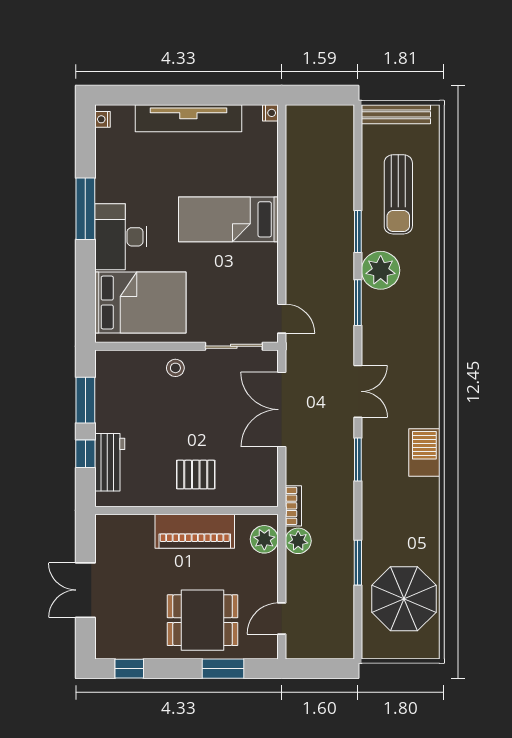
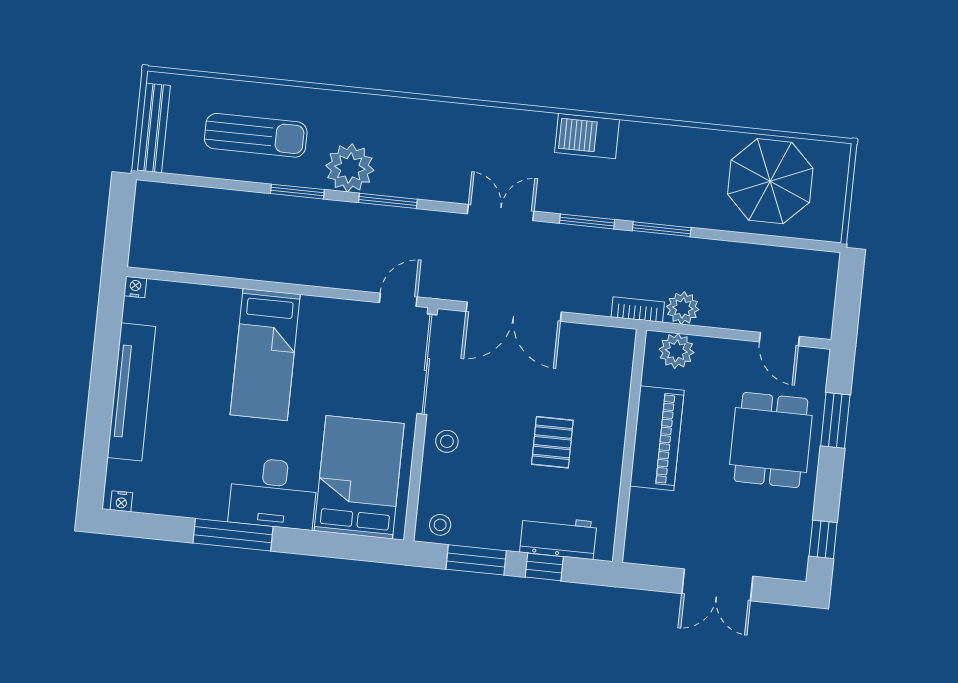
sliding door: (234, 346) -> (427, 364), width x1.37
stool: (110, 369) -> (440, 525), added
pallet: (196, 475) -> (552, 442), moved
window: (358, 563) -> (662, 229), moved

